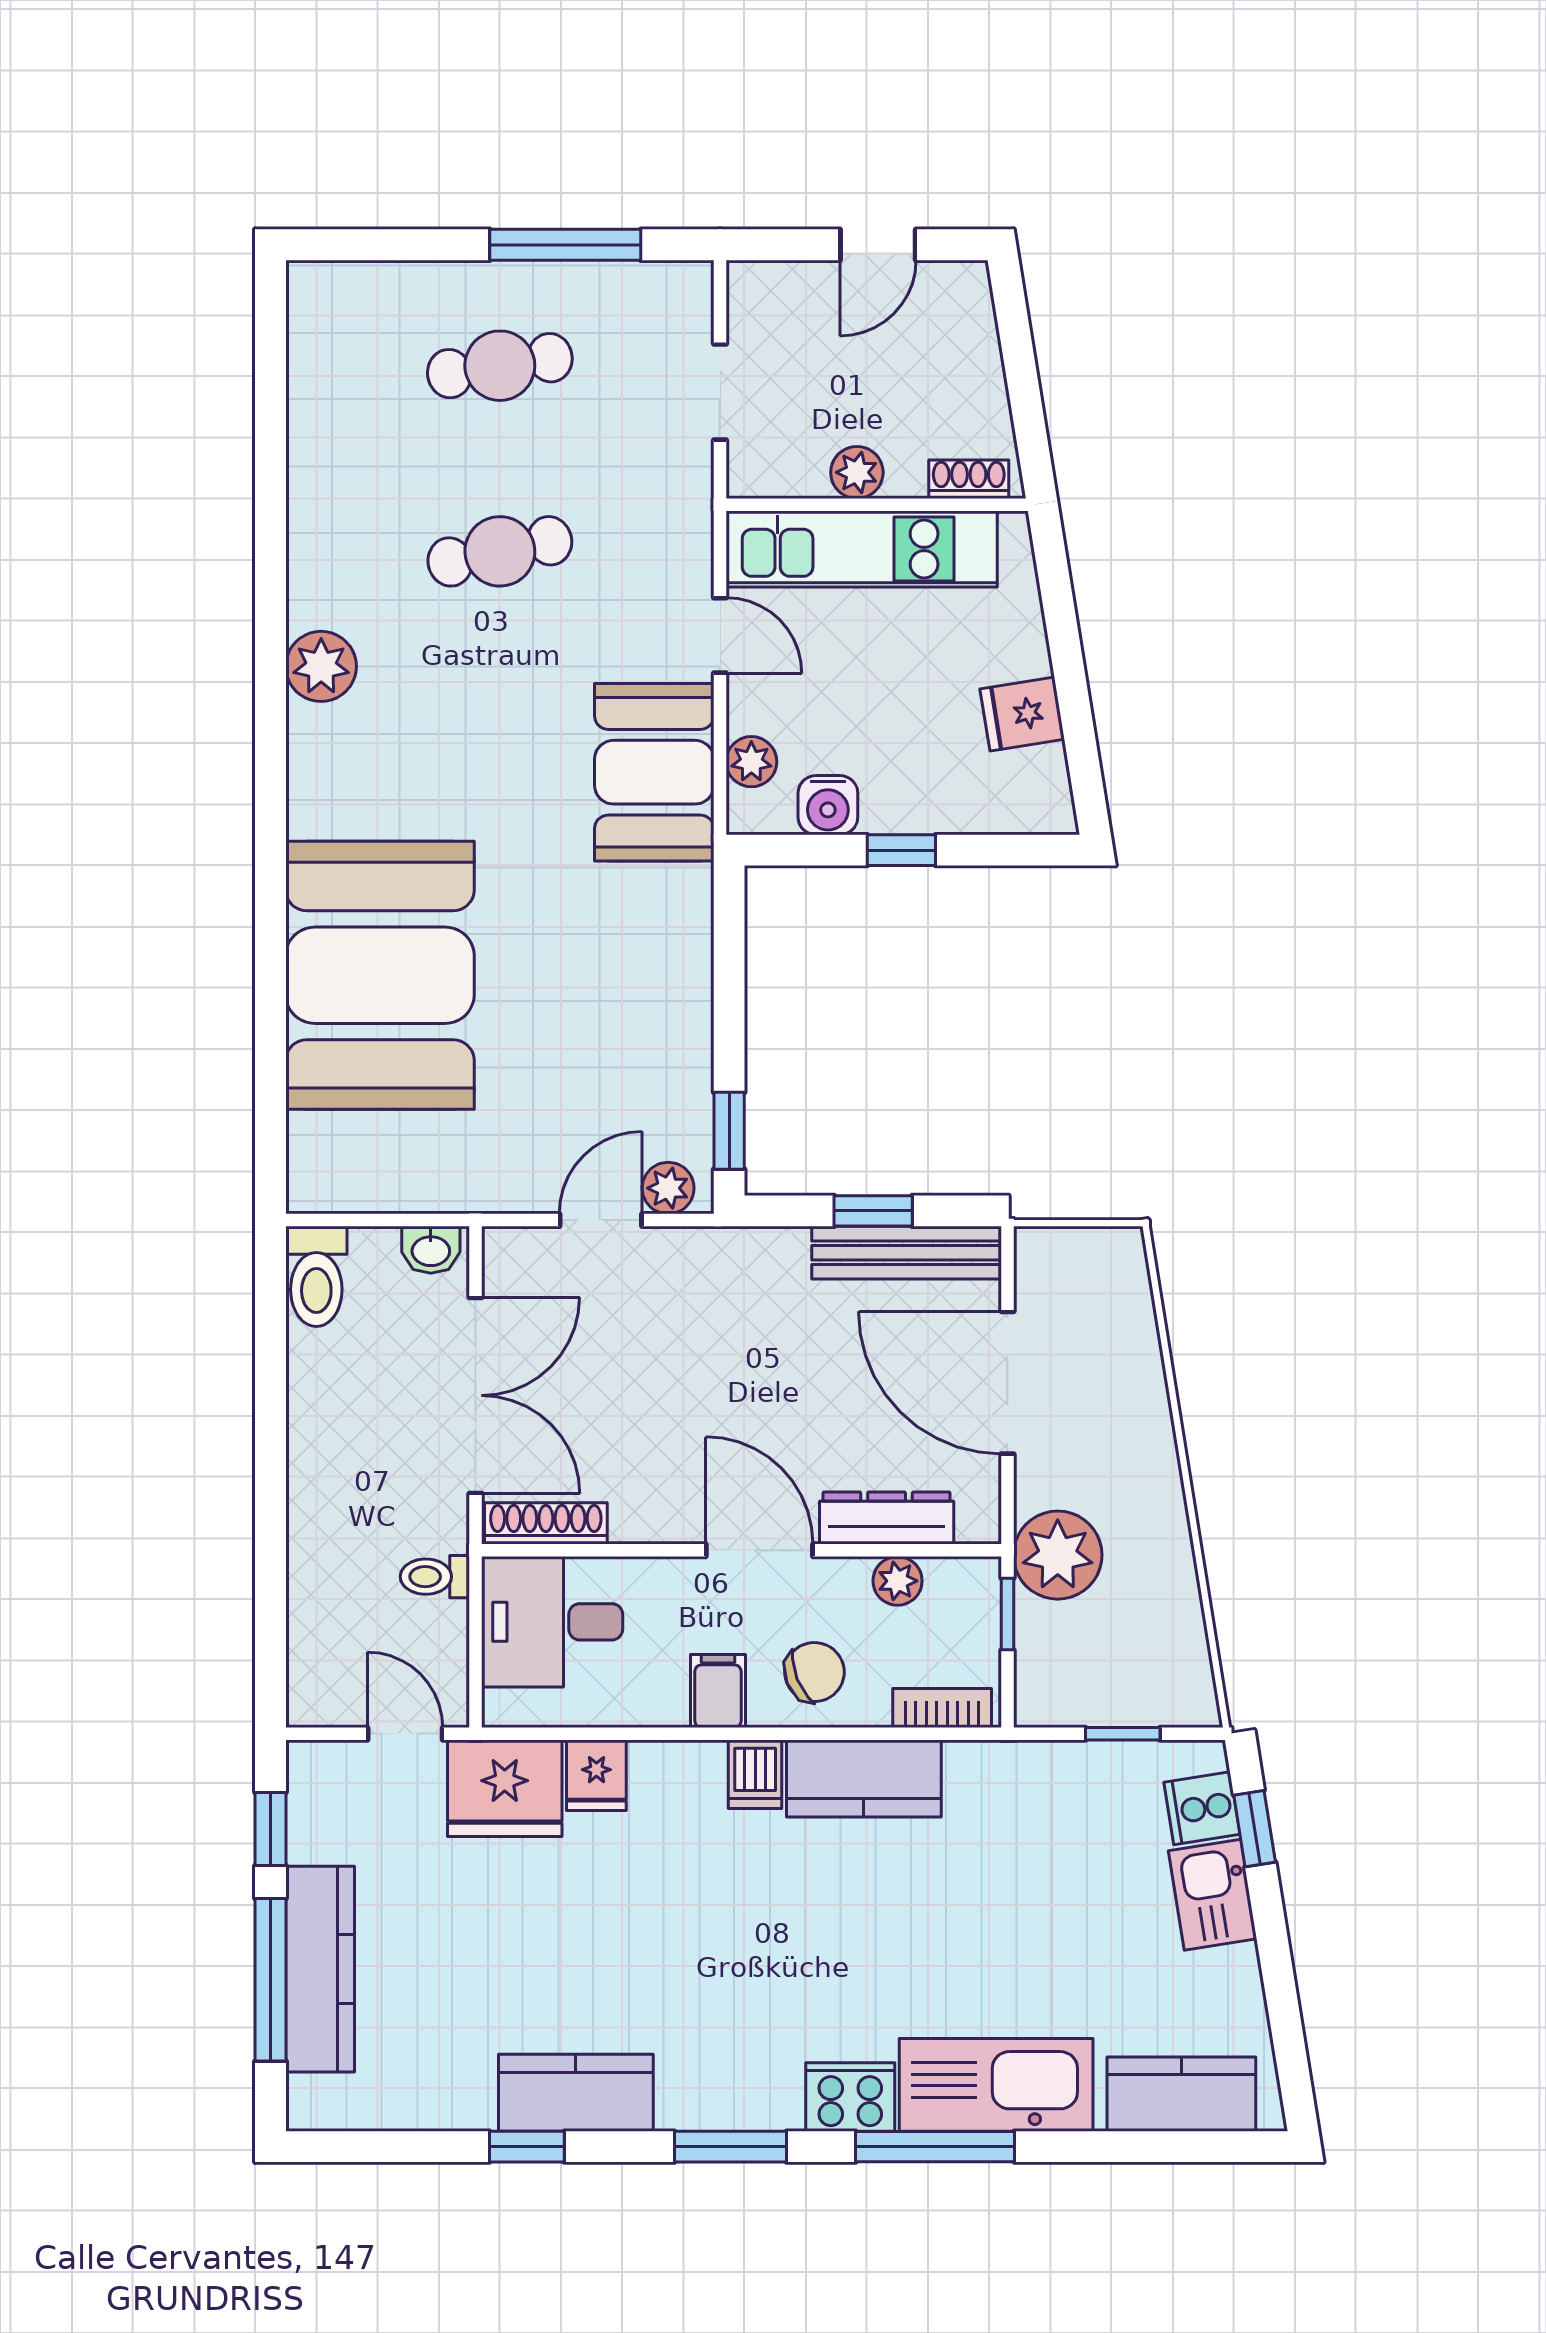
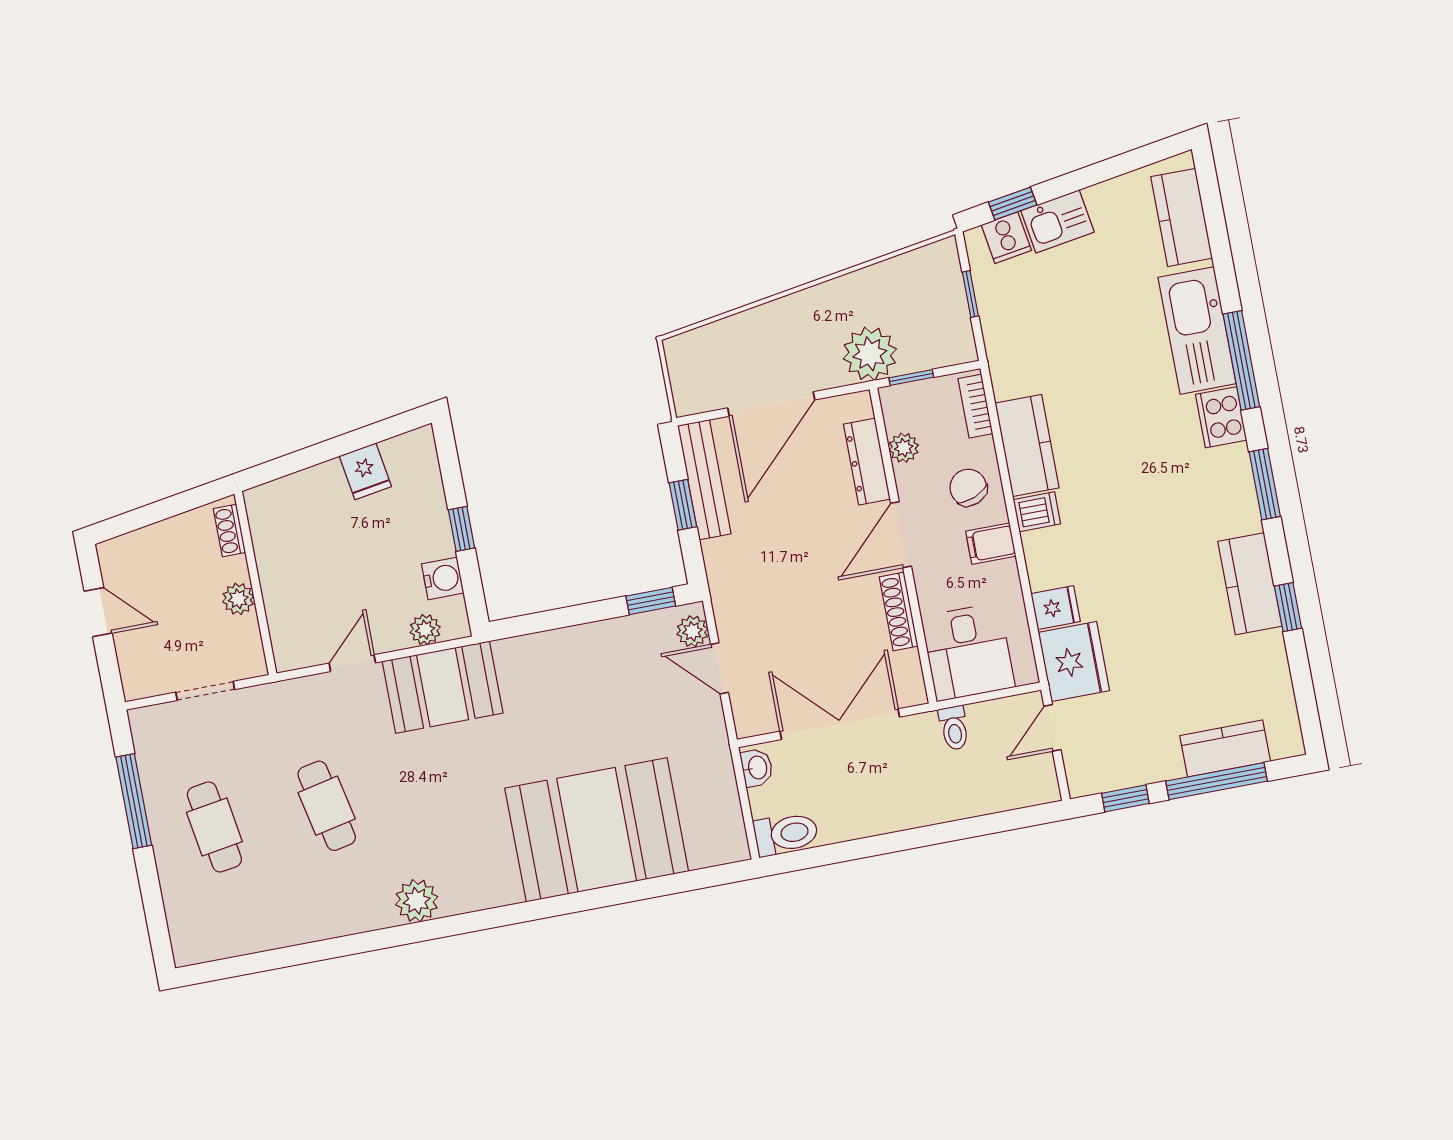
kitchen unit: (862, 549) -> (284, 587), removed
shoe rack: (546, 1523) -> (899, 612), moved
kitchen counter: (320, 1969) -> (1225, 749), width x0.67

